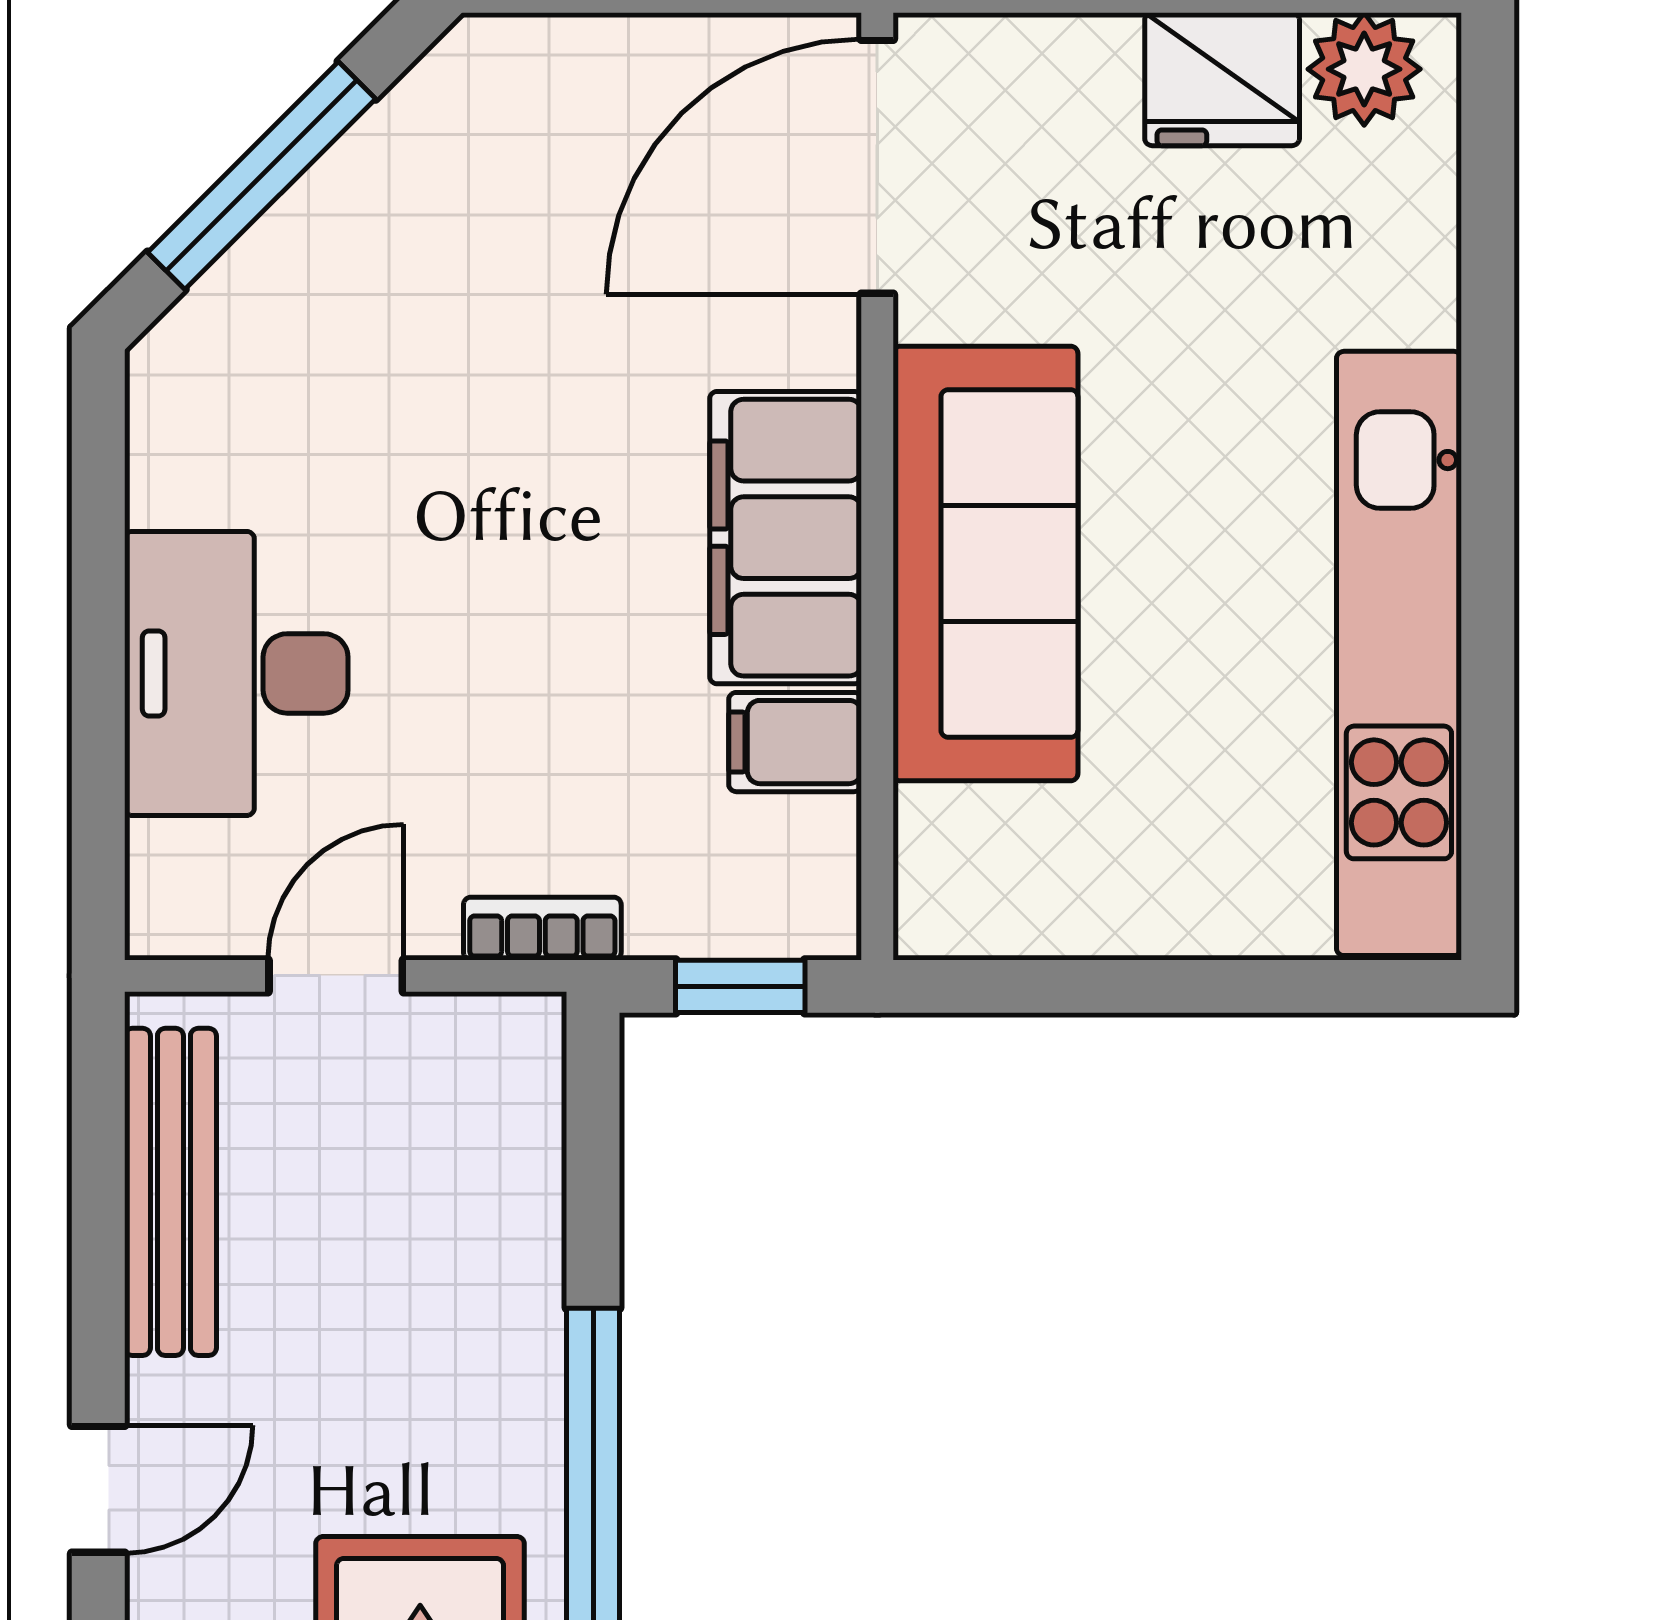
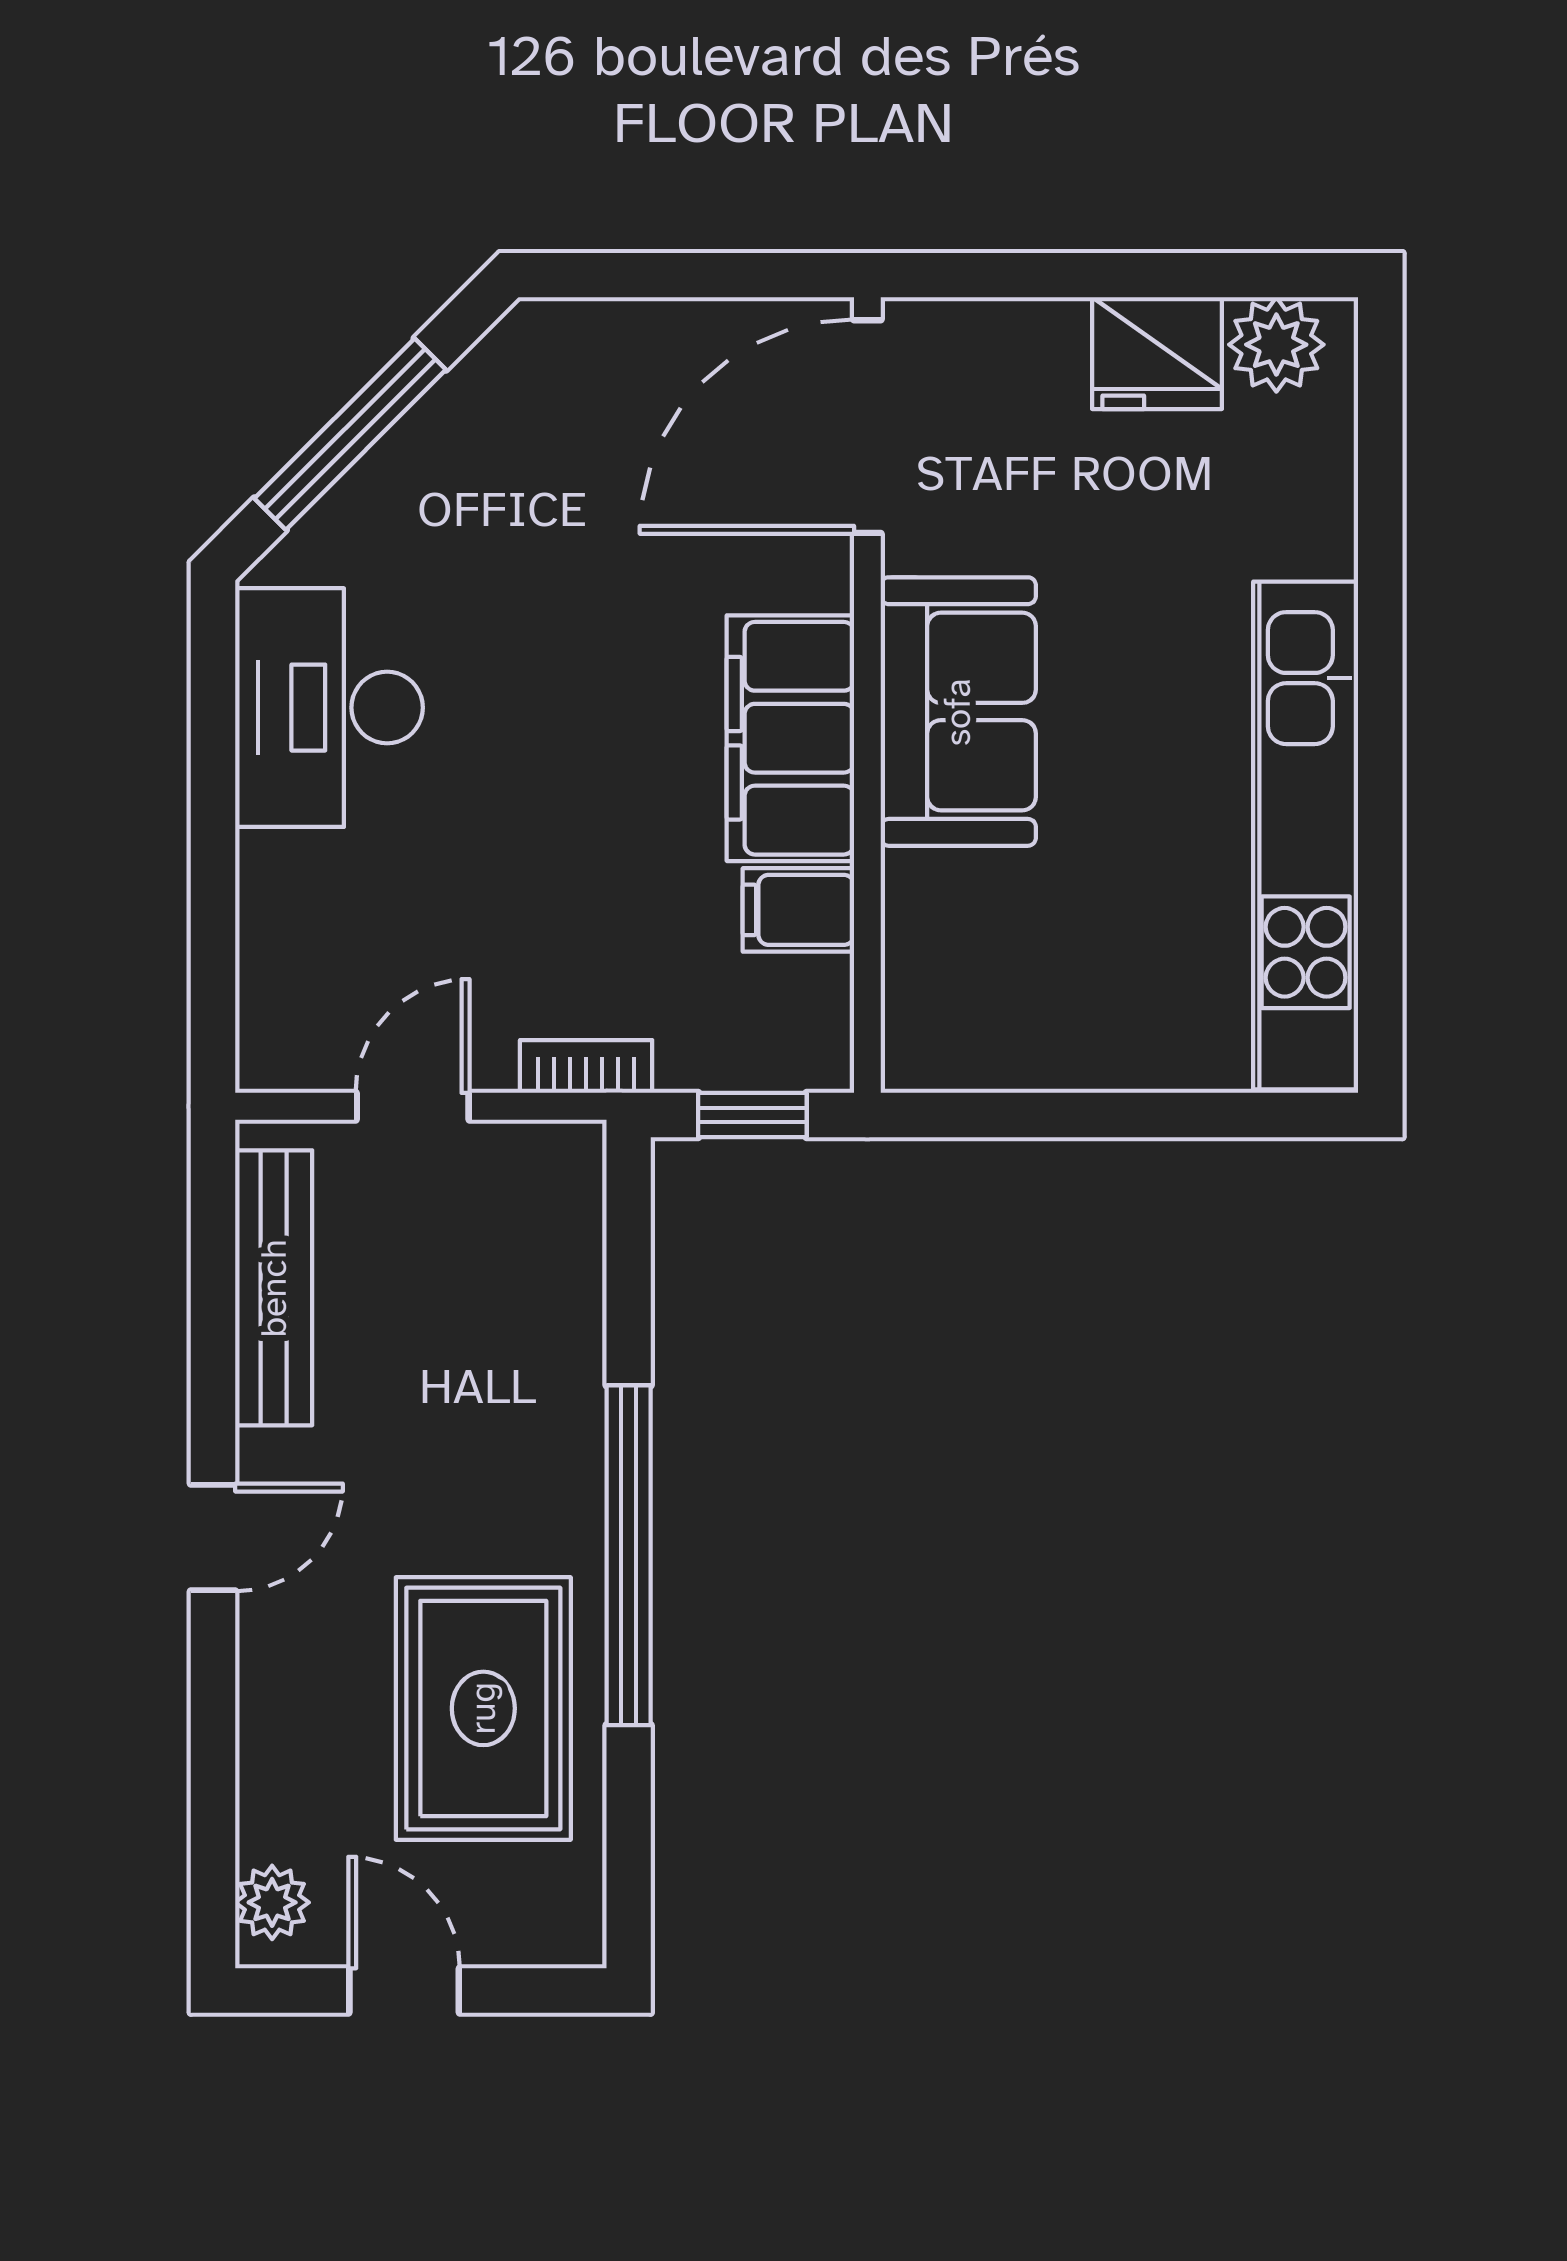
sofa: (985, 563) -> (958, 712), width x0.73
desk: (236, 673) -> (329, 708), moved

